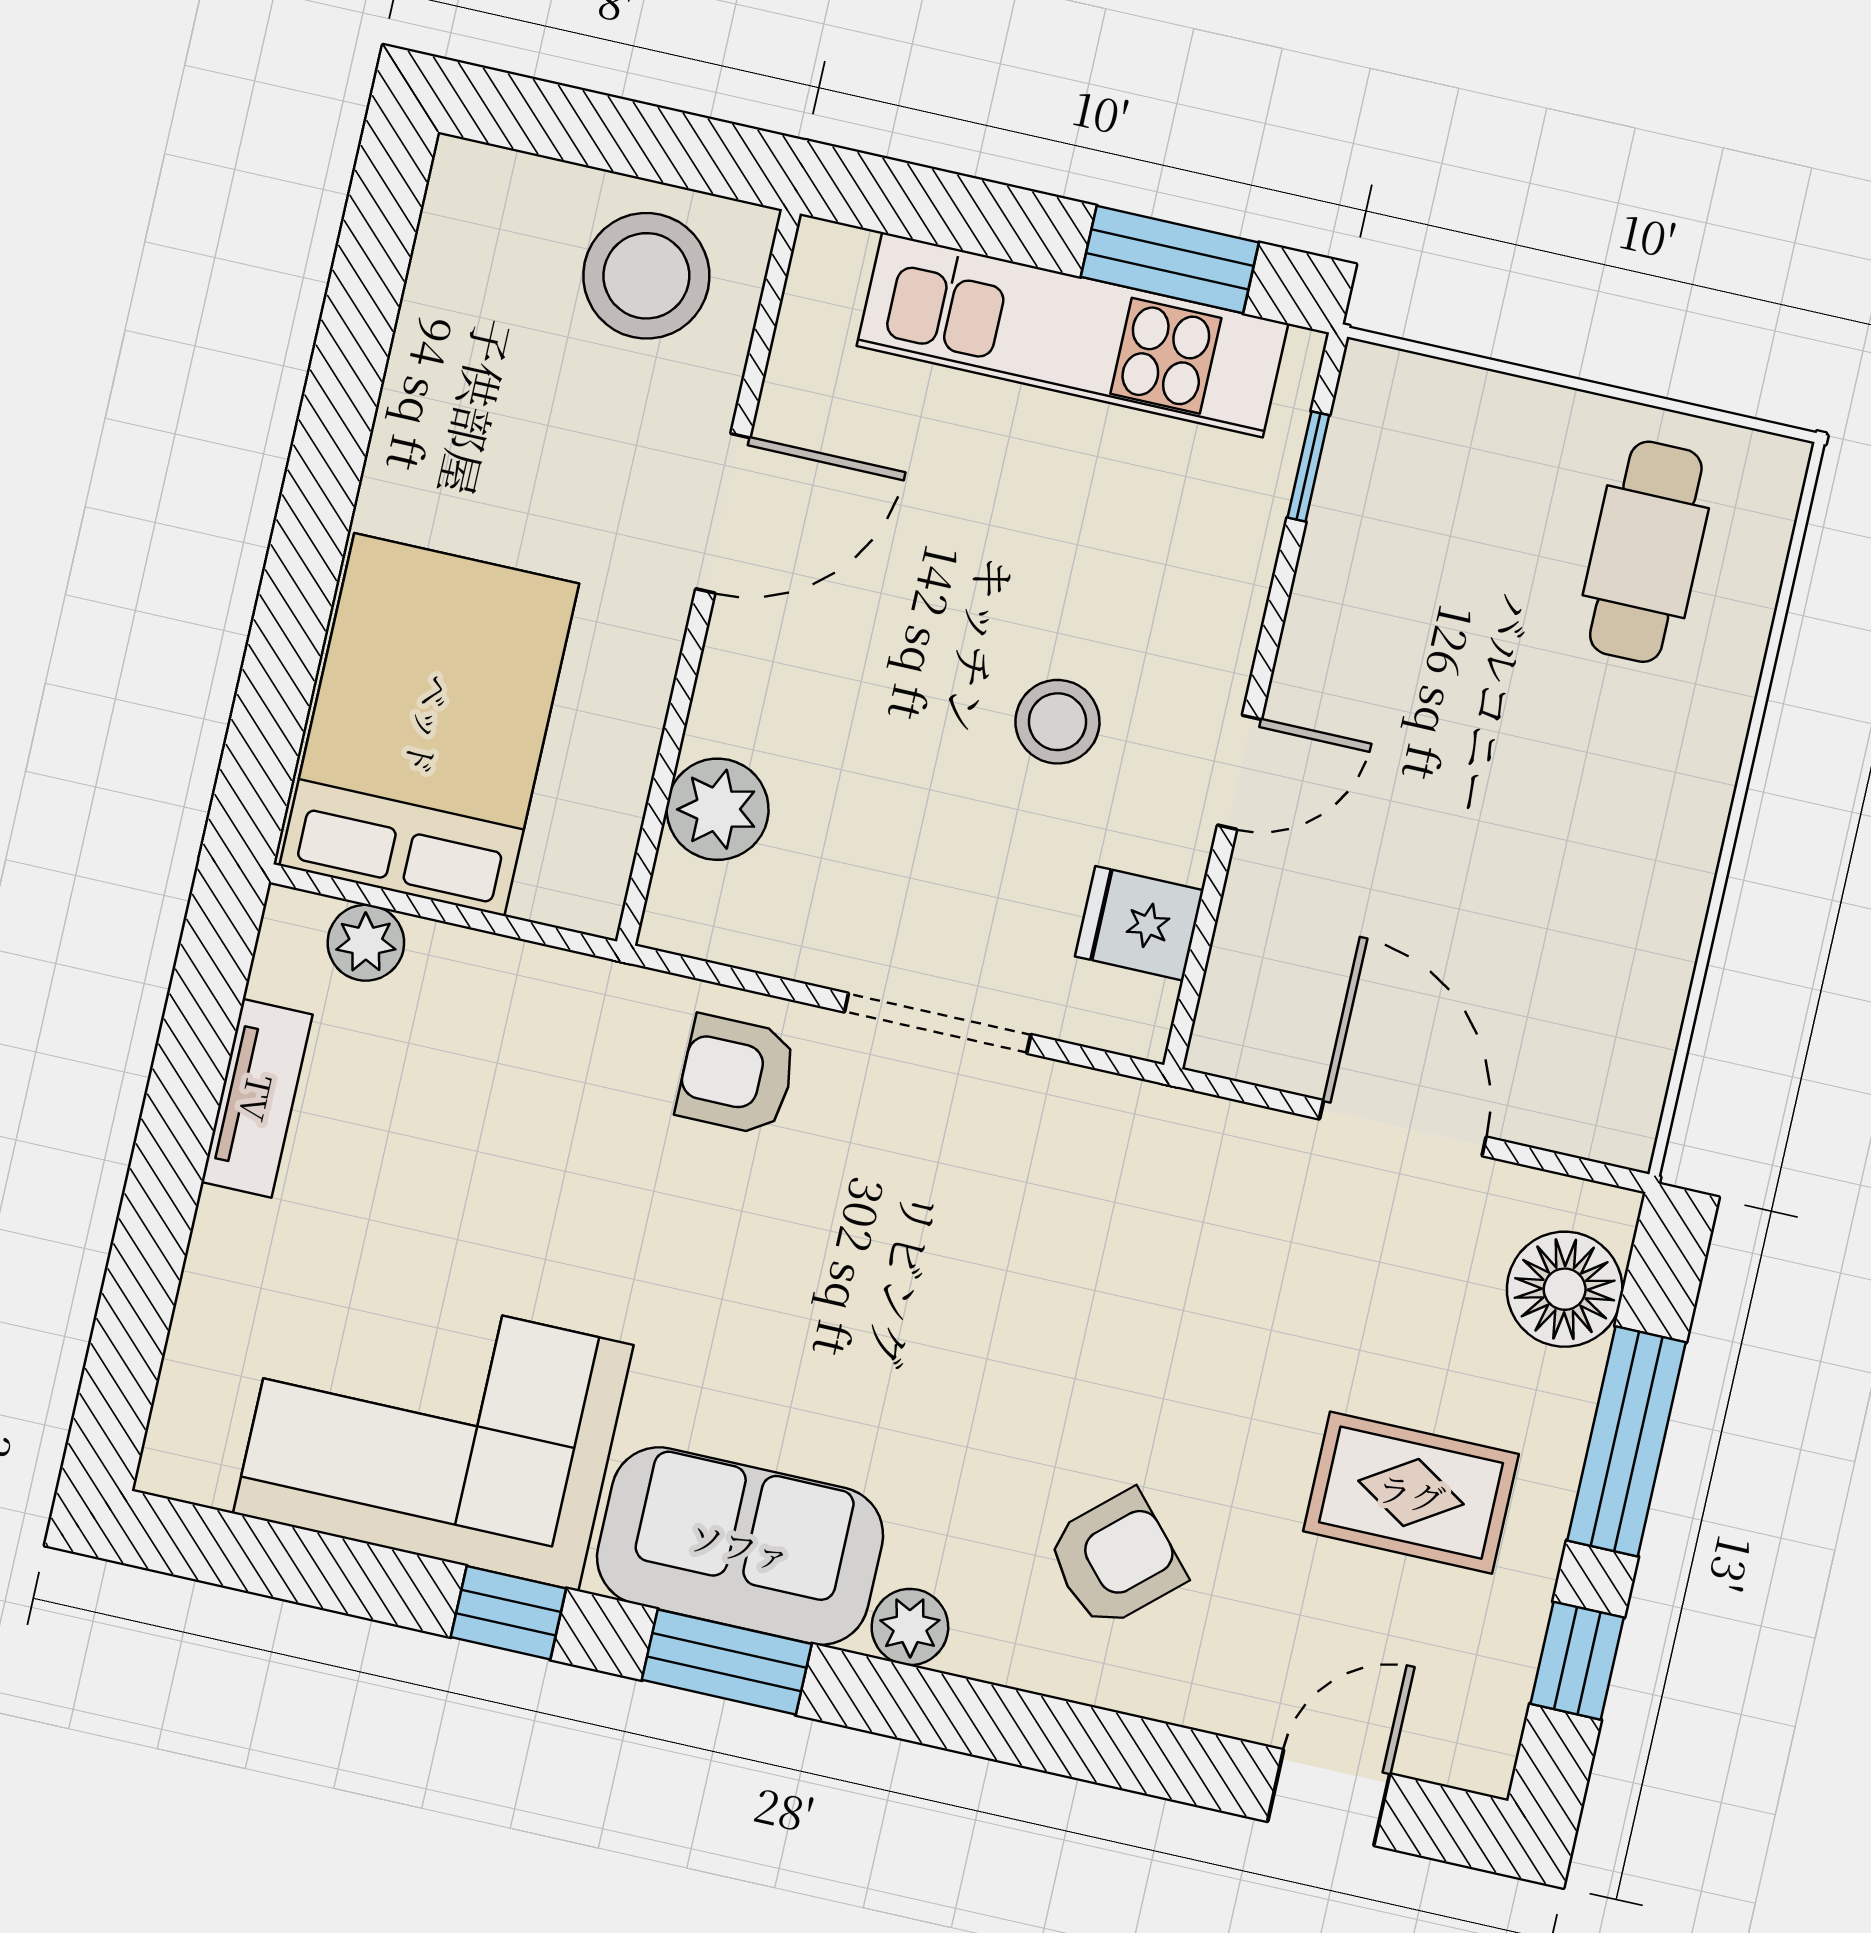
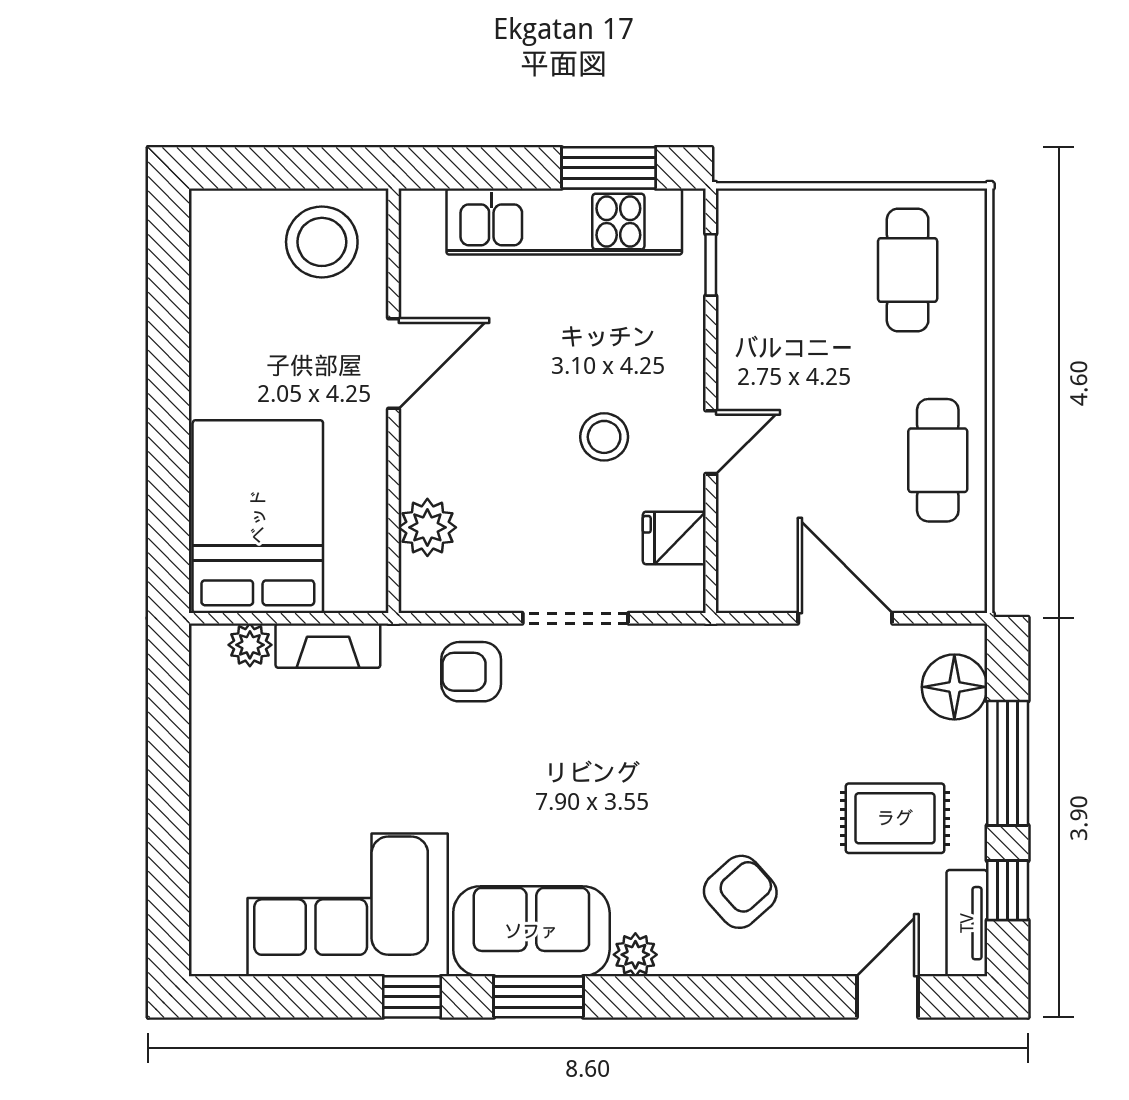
cafe table: (1624, 892) -> (938, 460), added
fireplace: (500, 974) -> (328, 646), added
tv unit: (257, 1098) -> (967, 923), moved, turned 180

